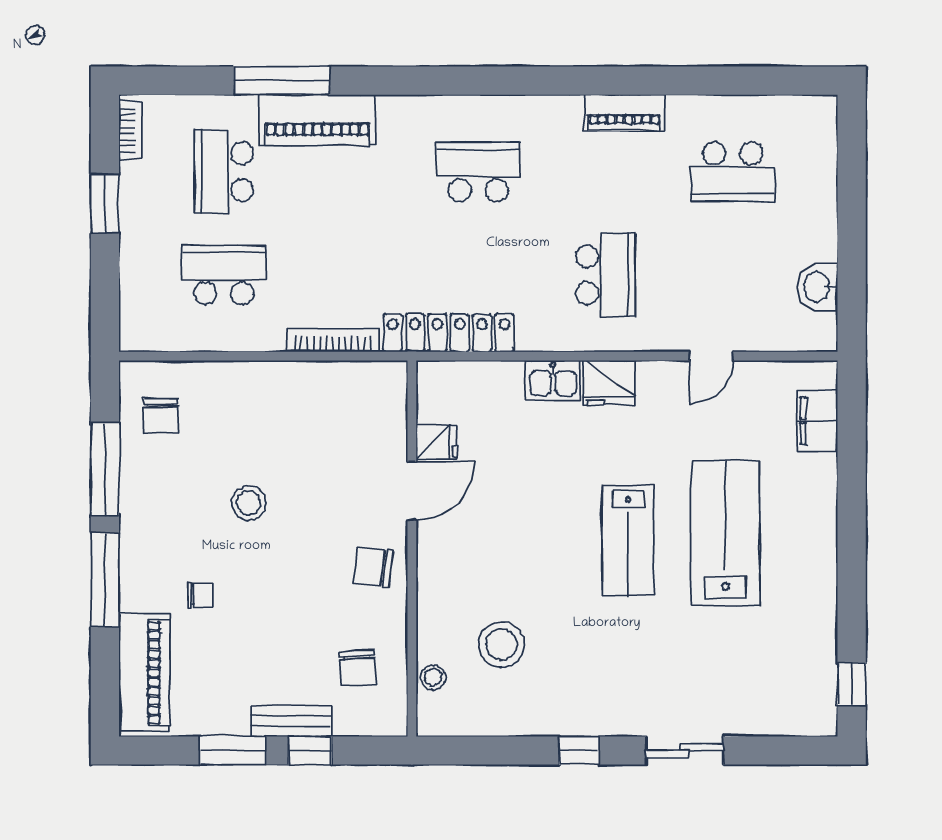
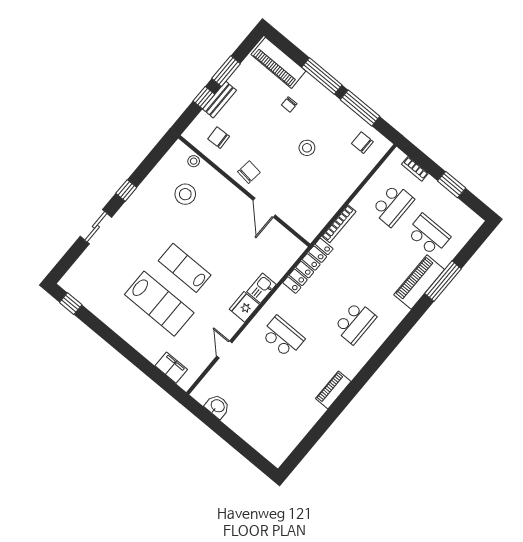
bookcase: (131, 131) -> (415, 169), moved
school desk: (733, 172) -> (282, 410), removed
school desk: (606, 275) -> (283, 337), turned 180
fridge: (436, 442) -> (274, 230), removed

